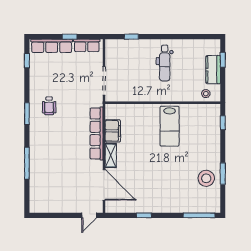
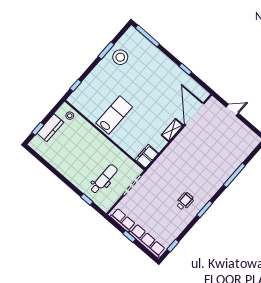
dental chair: (165, 63) -> (104, 179), moved
filing cabinet: (113, 131) -> (147, 156), moved
row of seats: (96, 133) -> (169, 154), removed
door: (89, 215) -> (232, 110), moved

